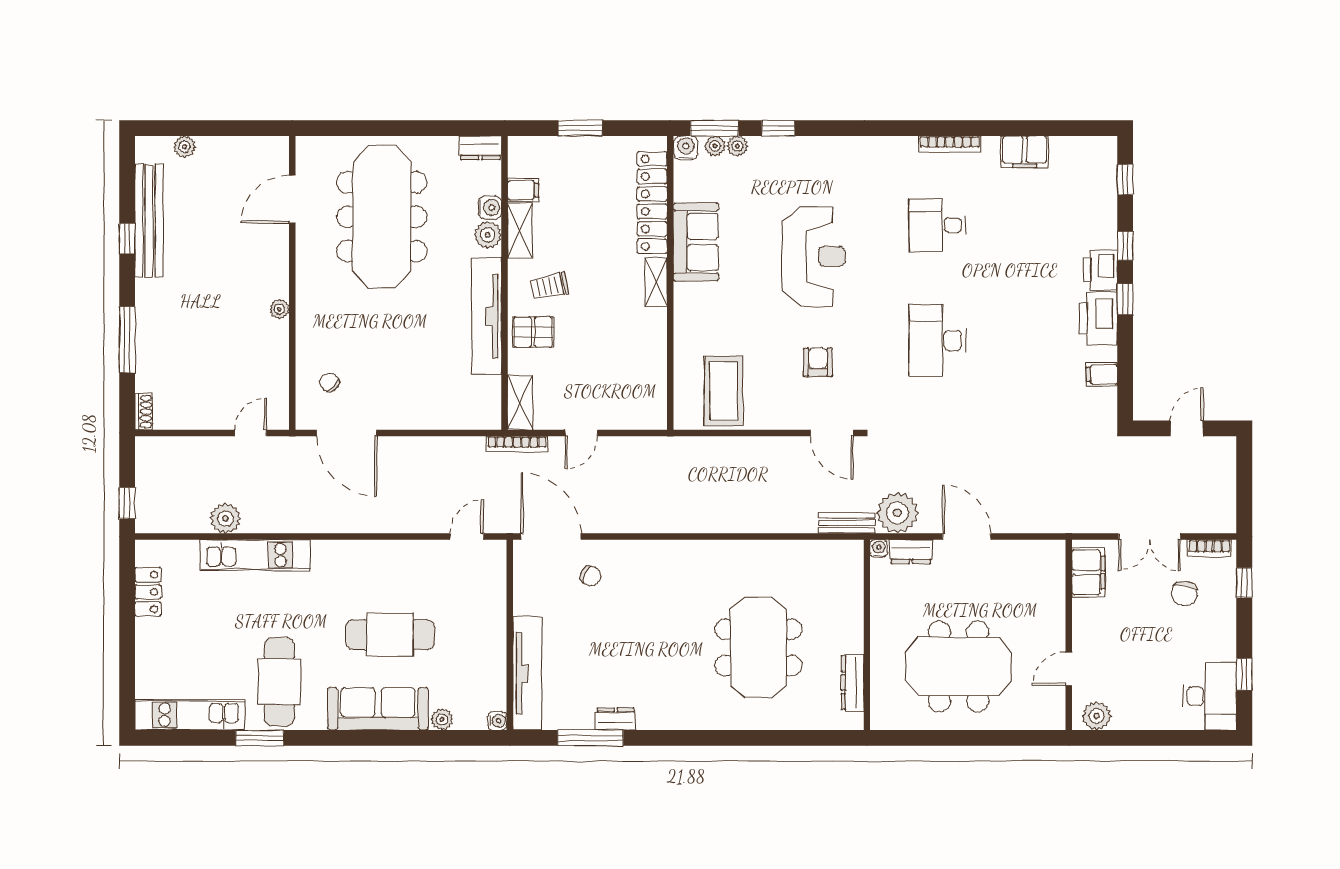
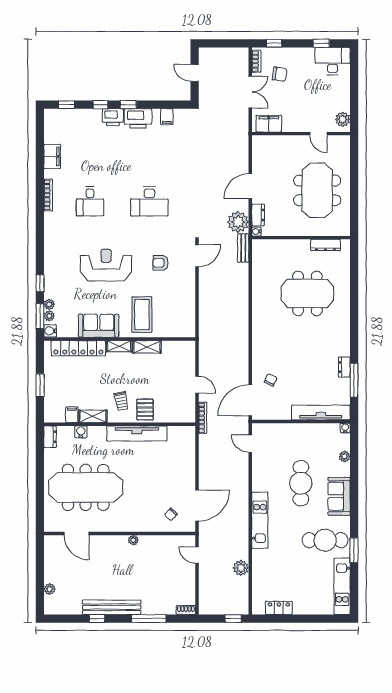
bench: (149, 221) -> (112, 607), moved
plant: (488, 235) -> (95, 433), removed
coffee table: (723, 391) -> (142, 315), moved, turned 90
shelving: (520, 402) -> (147, 347), moved
kitchen unit: (255, 555) -> (260, 520), moved
sofa: (378, 709) -> (339, 496), width x0.73

